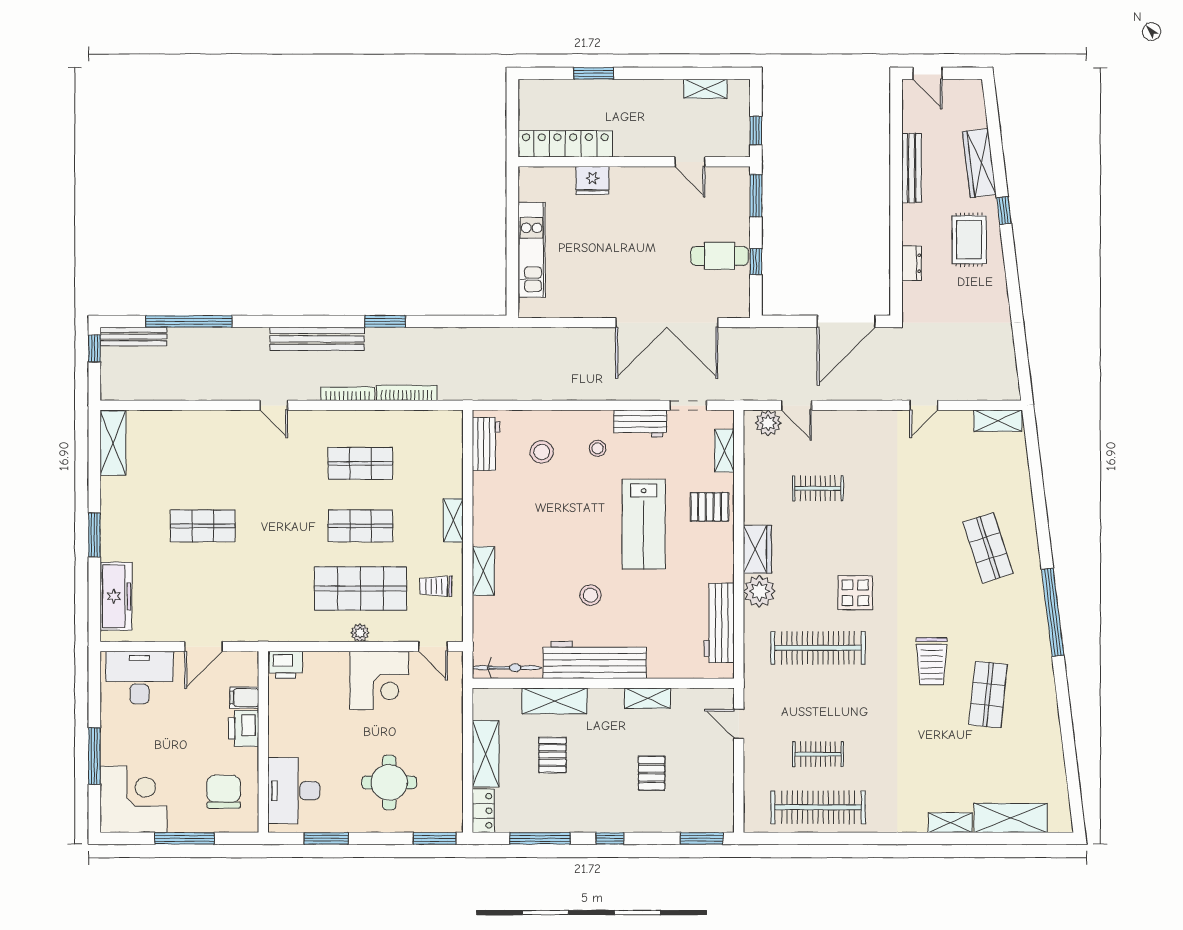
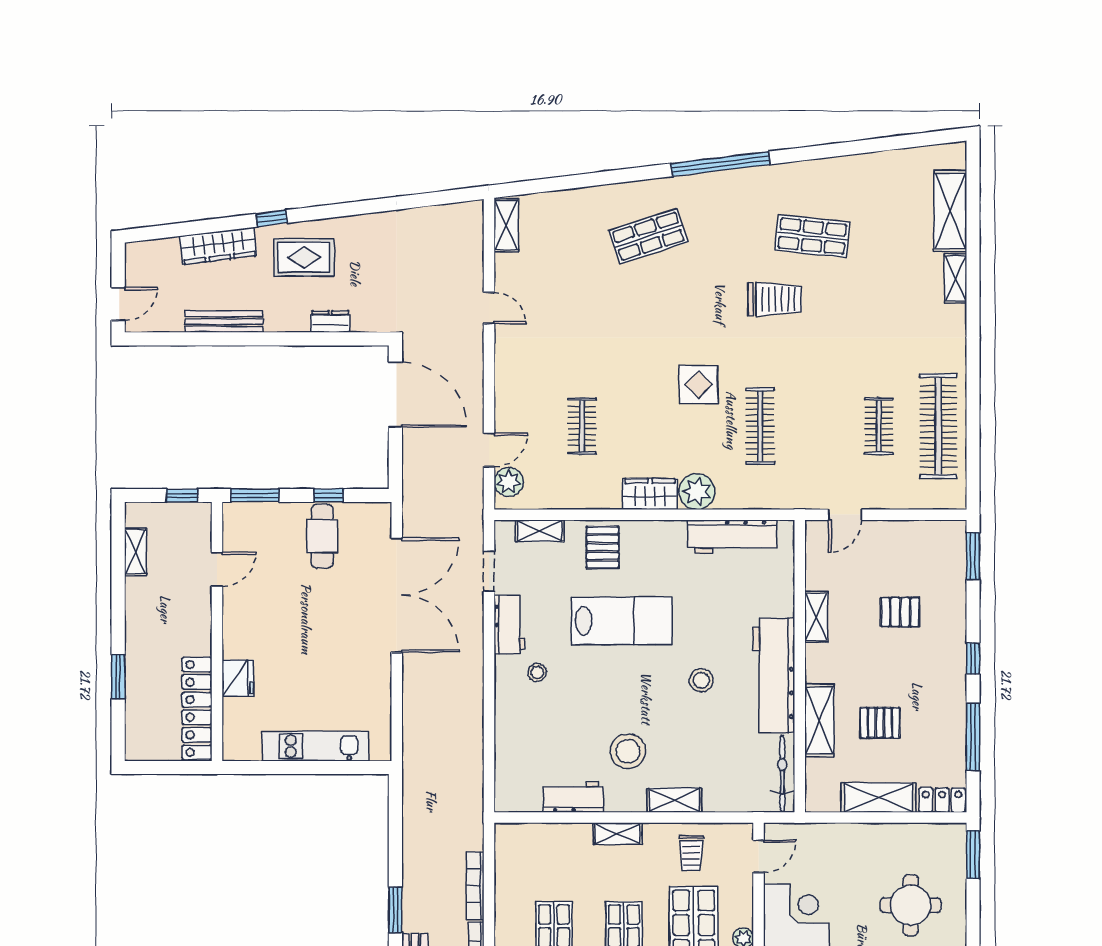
workbench: (486, 444) -> (573, 797), moved
stool: (542, 452) -> (628, 751), moved, width x1.38, depth x1.38
clothes rail: (818, 648) -> (760, 426), width x0.73, depth x0.76

